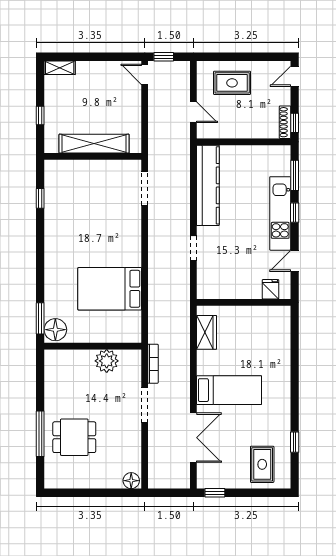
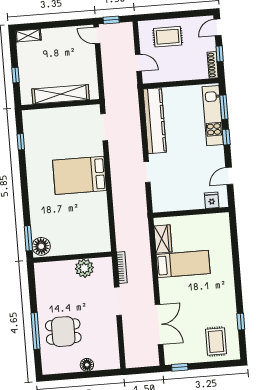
window: (295, 123) -> (220, 54), moved
kitchen unit: (280, 213) -> (213, 116), moved
bed: (110, 289) -> (80, 175), moved
bed: (229, 390) -> (183, 264), moved
floor lamp: (131, 481) -> (87, 365), moved

